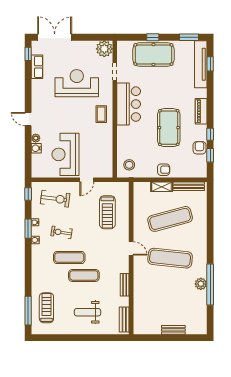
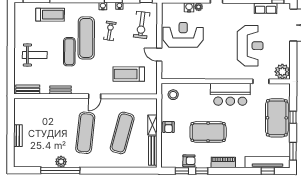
coffee table: (101, 114) -> (221, 68), removed
exercise mat: (170, 219) -> (122, 133), turned 30
exercise mat: (69, 258) -> (86, 38), width x1.36, depth x1.45
treadmill: (46, 308) -> (50, 15), moved
weight bench: (88, 312) -> (35, 55), turned 90

